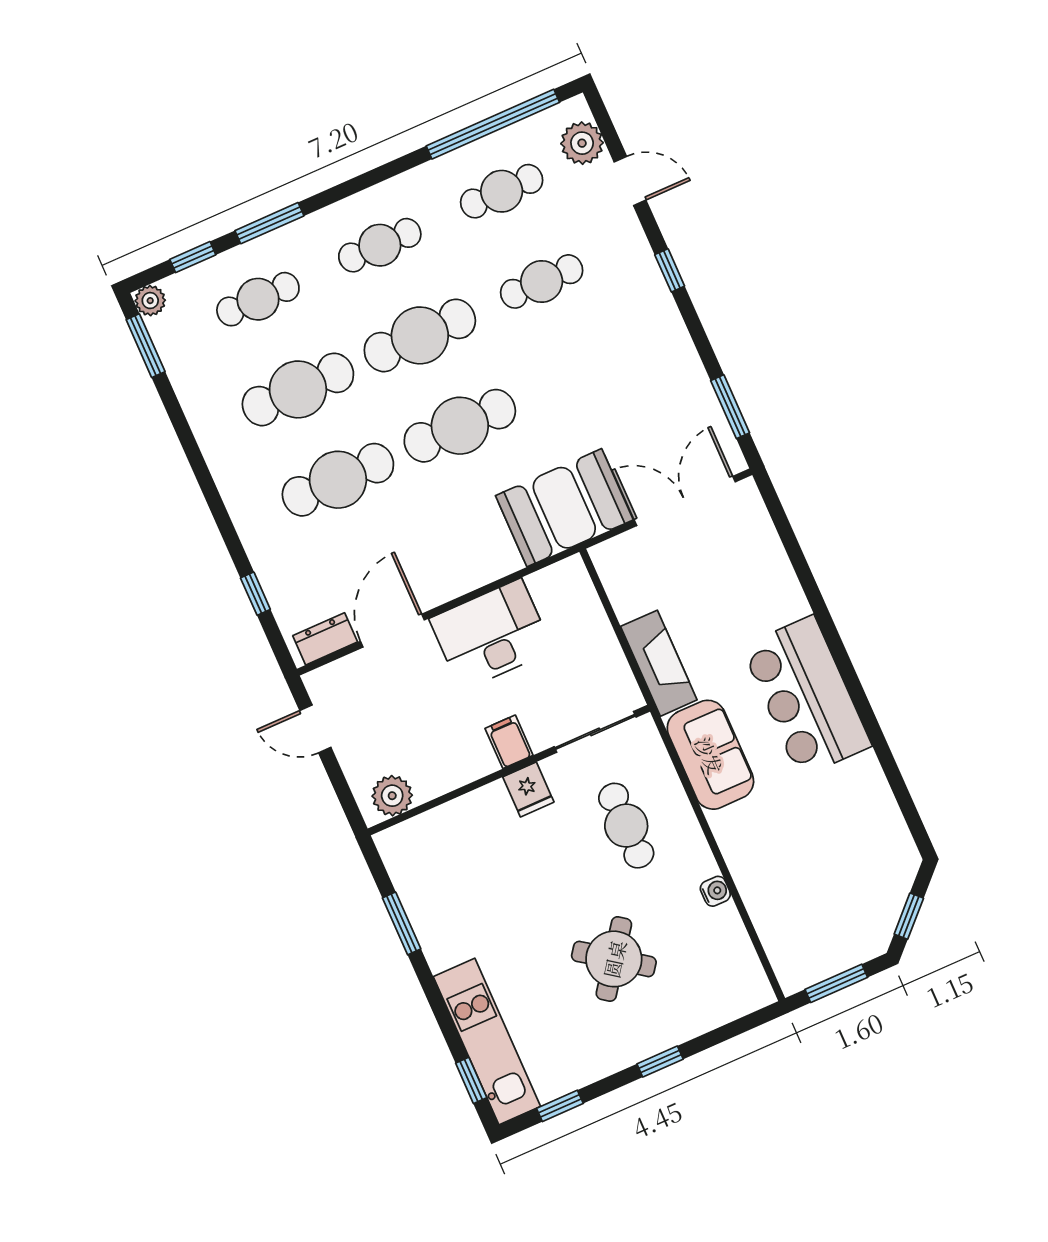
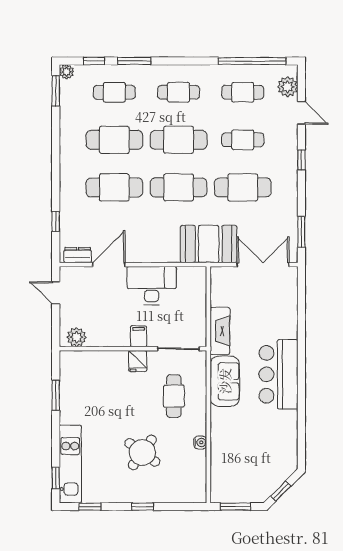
cafe table: (582, 372) -> (243, 187), added

